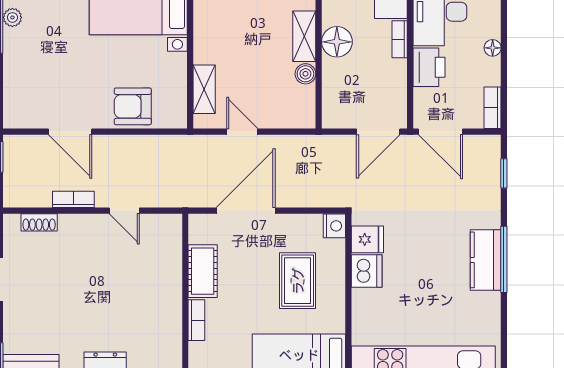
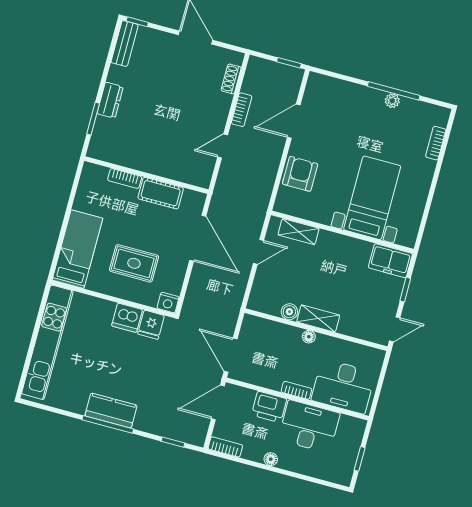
floor lamp: (337, 42) -> (309, 337), width x0.53, depth x0.53

